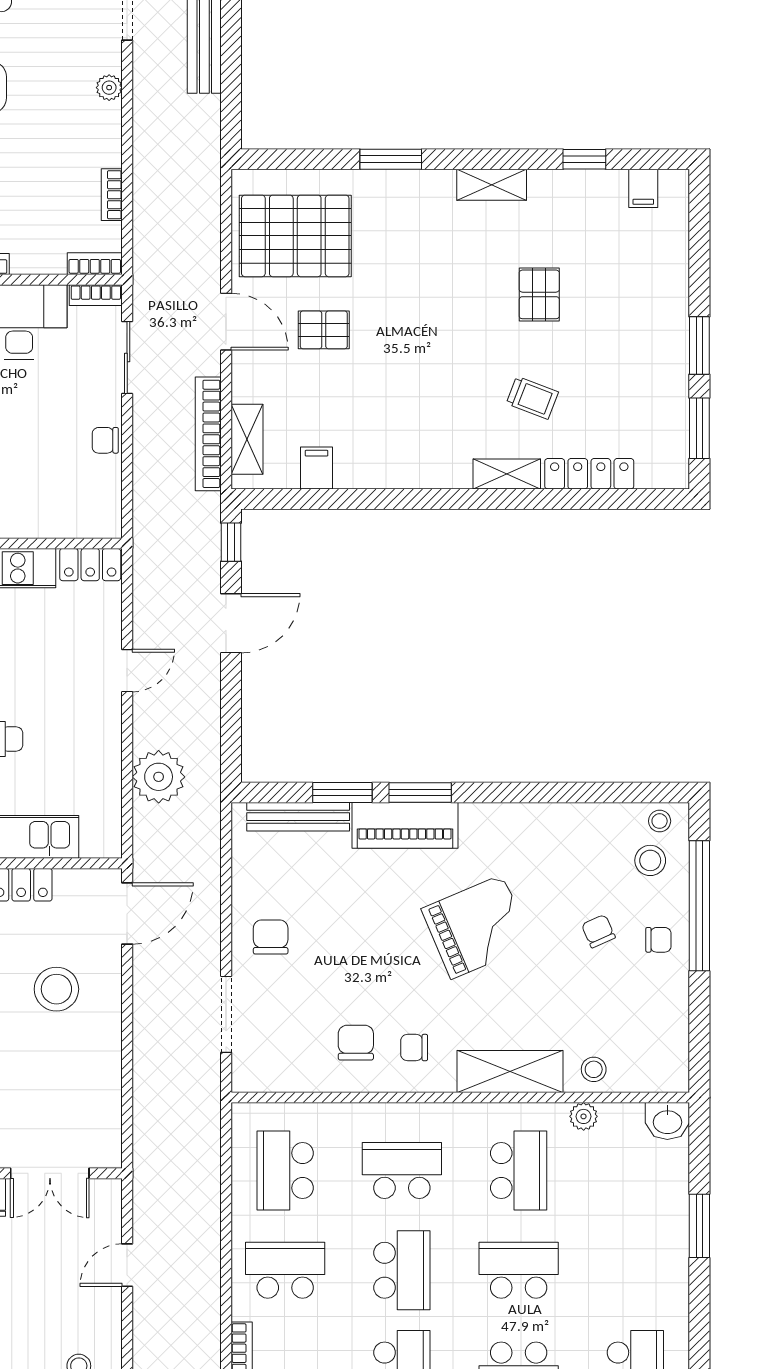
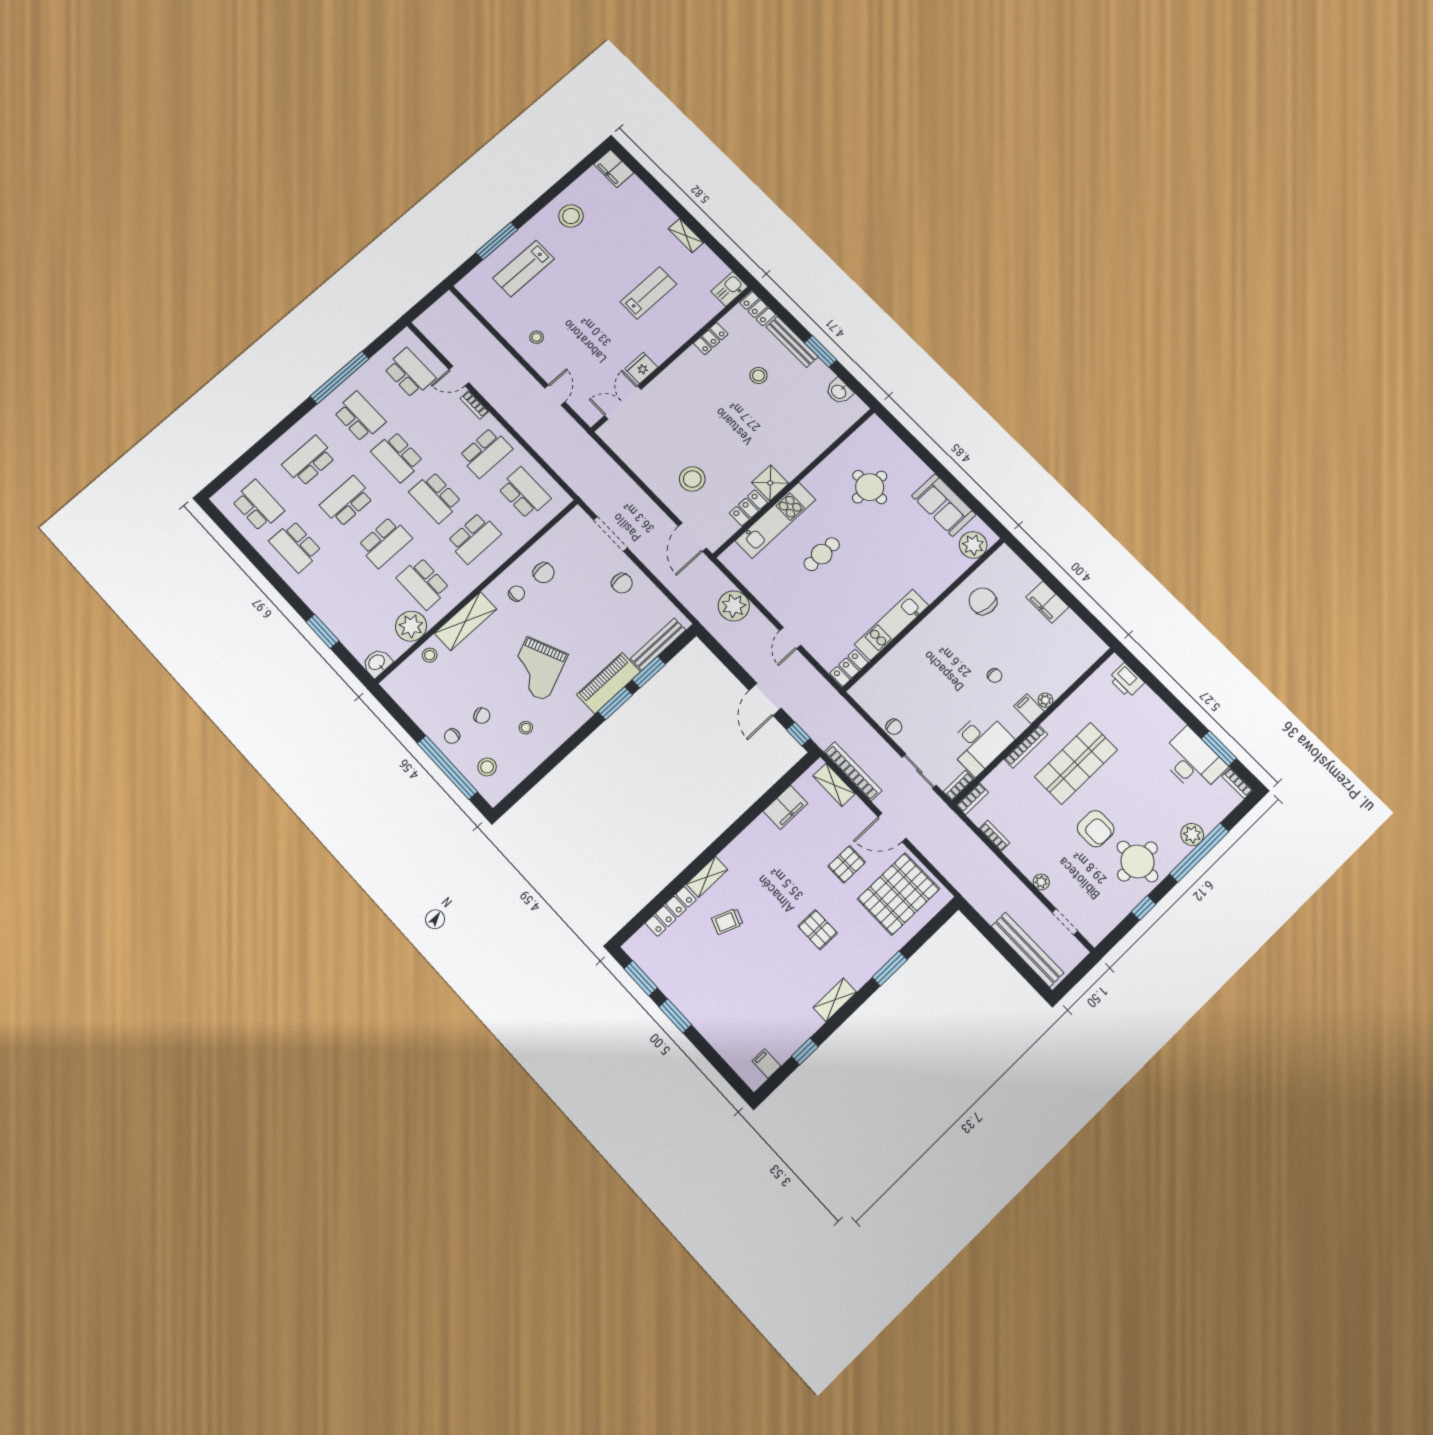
pallet: (539, 294) -> (818, 930), moved
chair: (105, 440) -> (894, 727), turned 89
filing cabinet: (317, 468) -> (785, 807), width x2.00
stool: (660, 821) -> (526, 728), moved
plant: (584, 1116) -> (411, 626), width x1.87, depth x1.87

